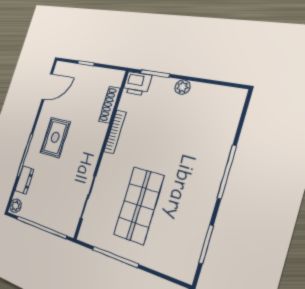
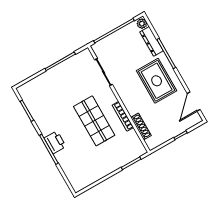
printer: (137, 84) -> (55, 142), moved, turned 90
plant: (183, 87) -> (109, 169), removed
rug: (55, 137) -> (157, 81), width x1.36, depth x1.43
dresser: (24, 180) -> (152, 41), width x1.44
shop shelf: (139, 205) -> (94, 121), moved

